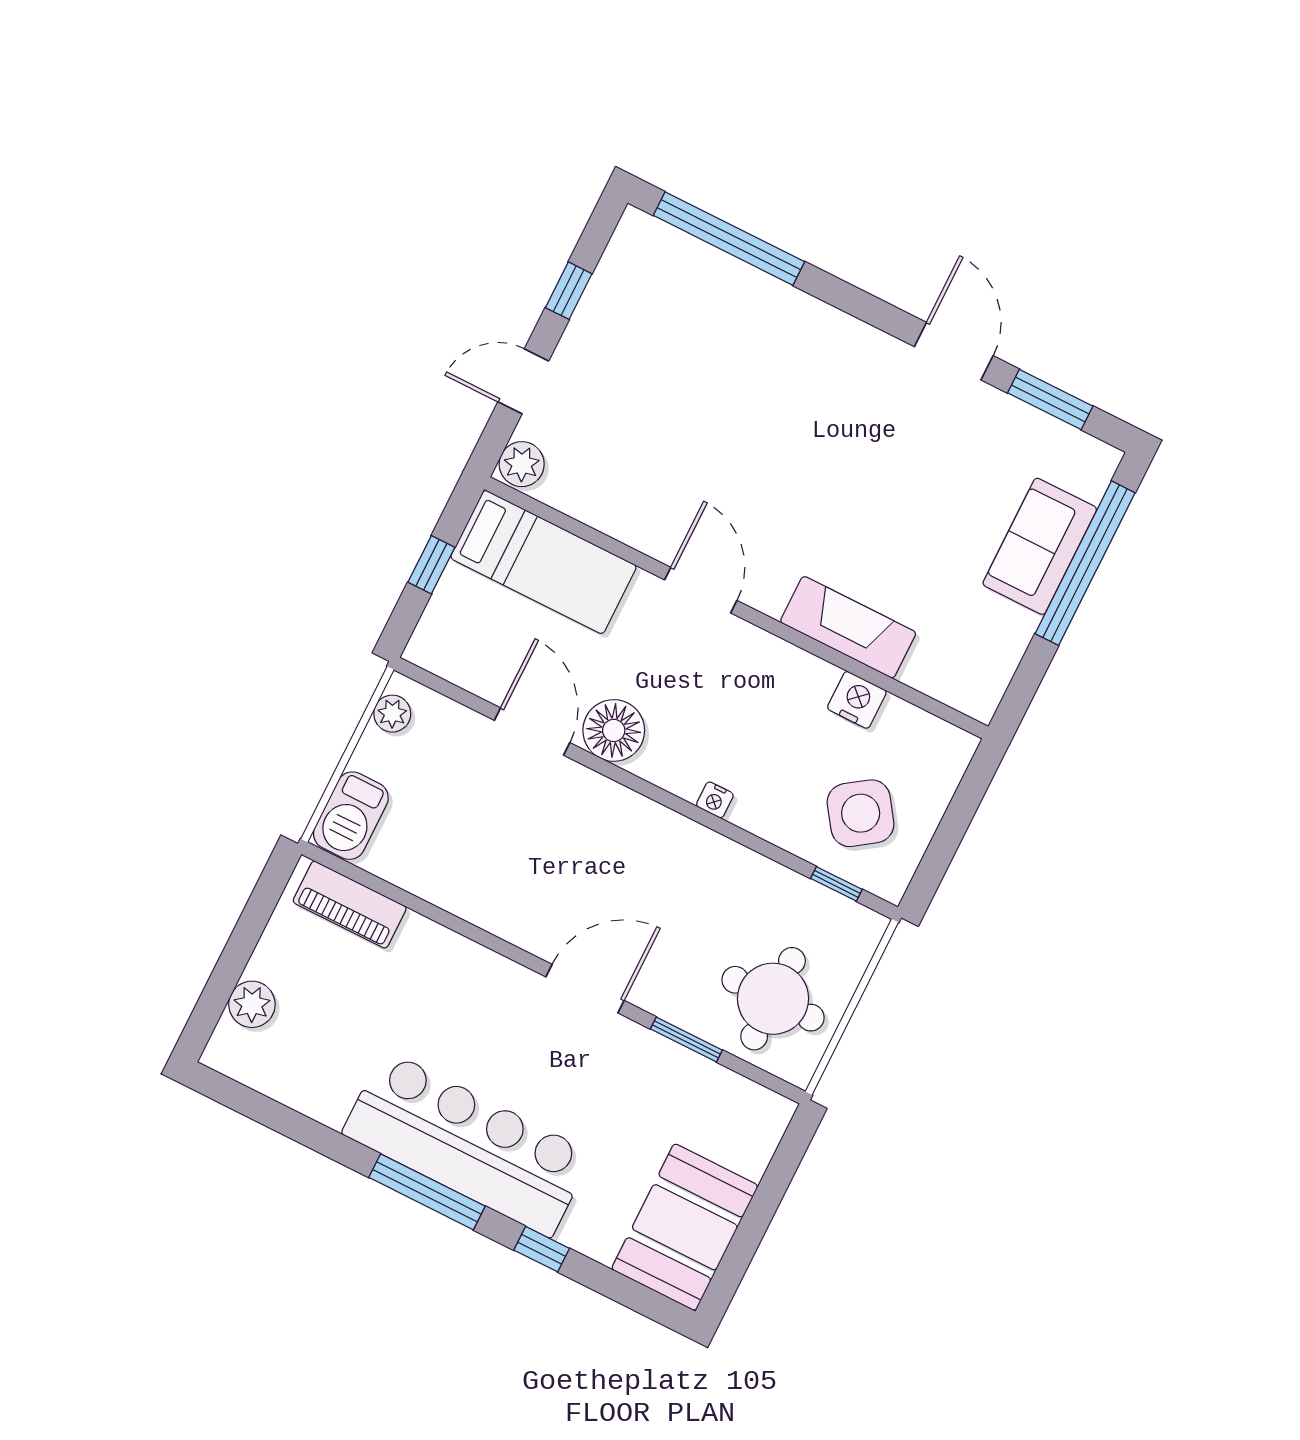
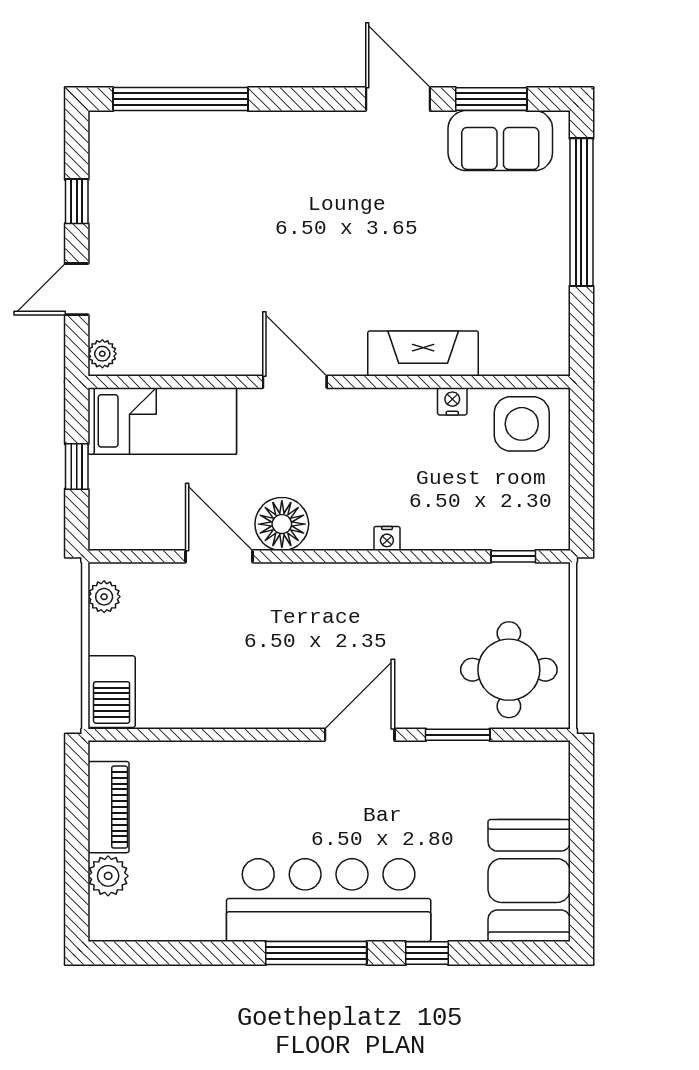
plant: (522, 464) -> (102, 354), width x0.73, depth x0.73
sofa: (1040, 546) -> (500, 141), moved, turned -90
nightstand: (857, 700) -> (452, 401), width x0.72, depth x0.74
side table: (861, 813) -> (522, 424), moved, turned 35
piano: (350, 905) -> (109, 807), moved, turned -90

